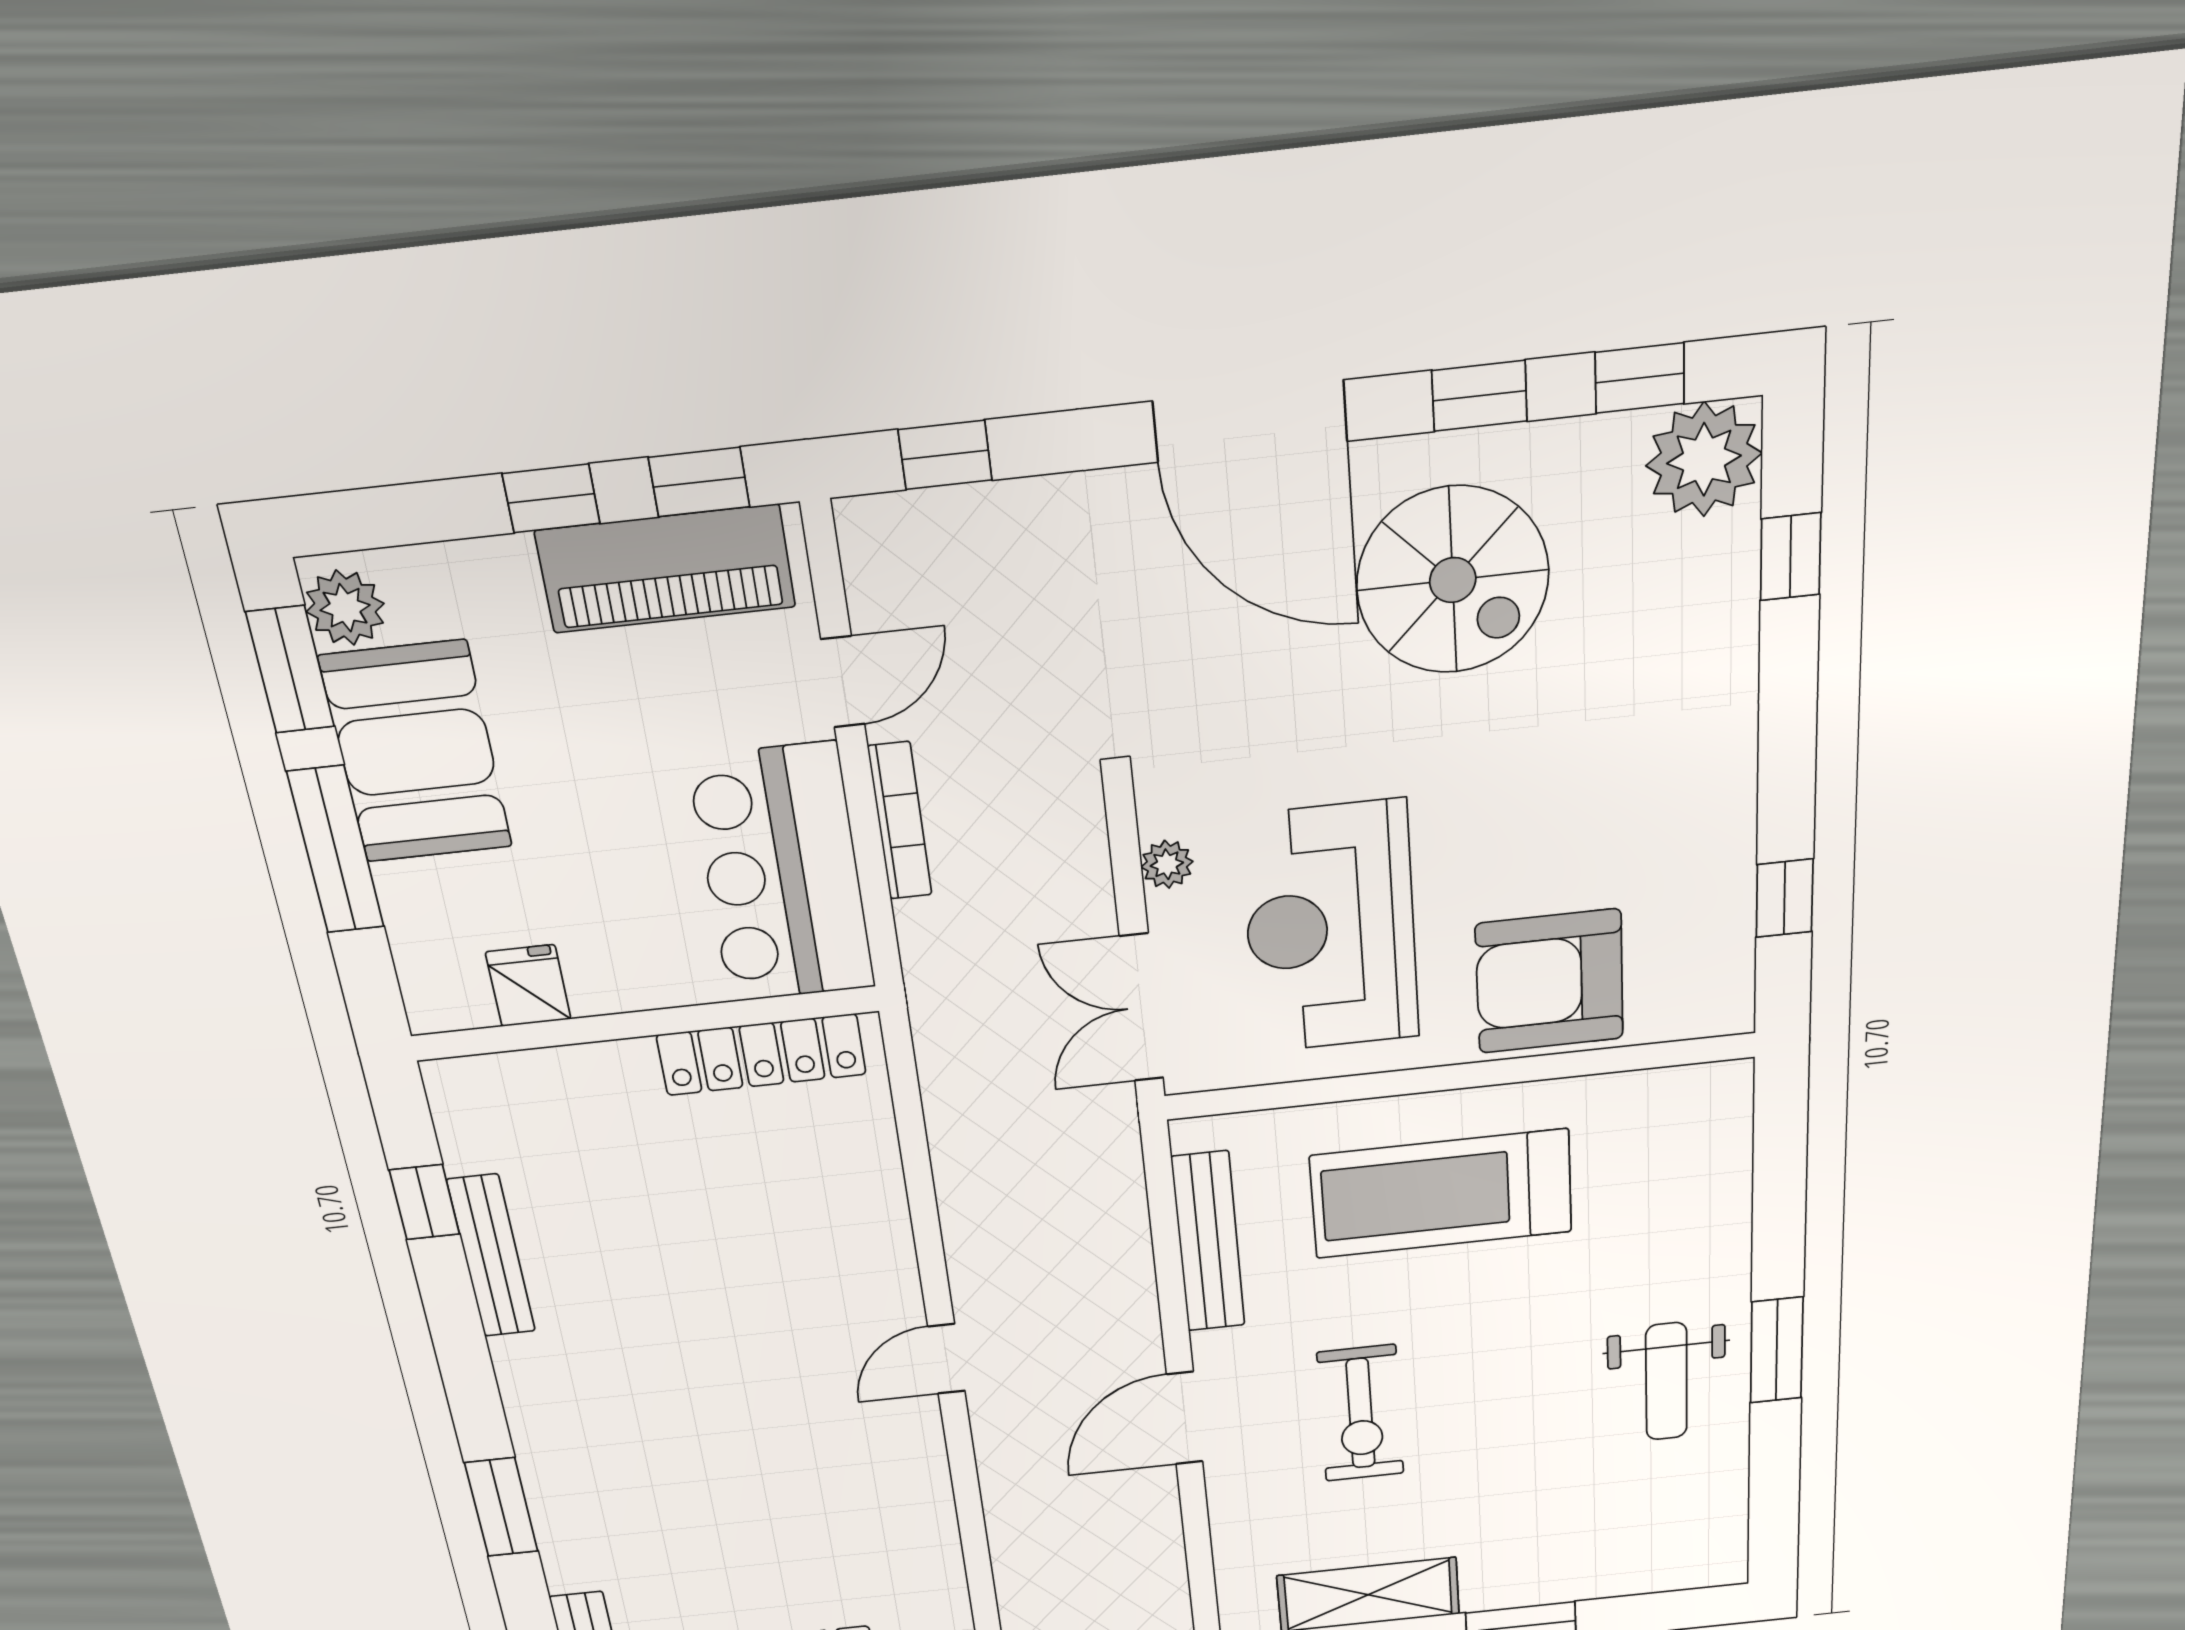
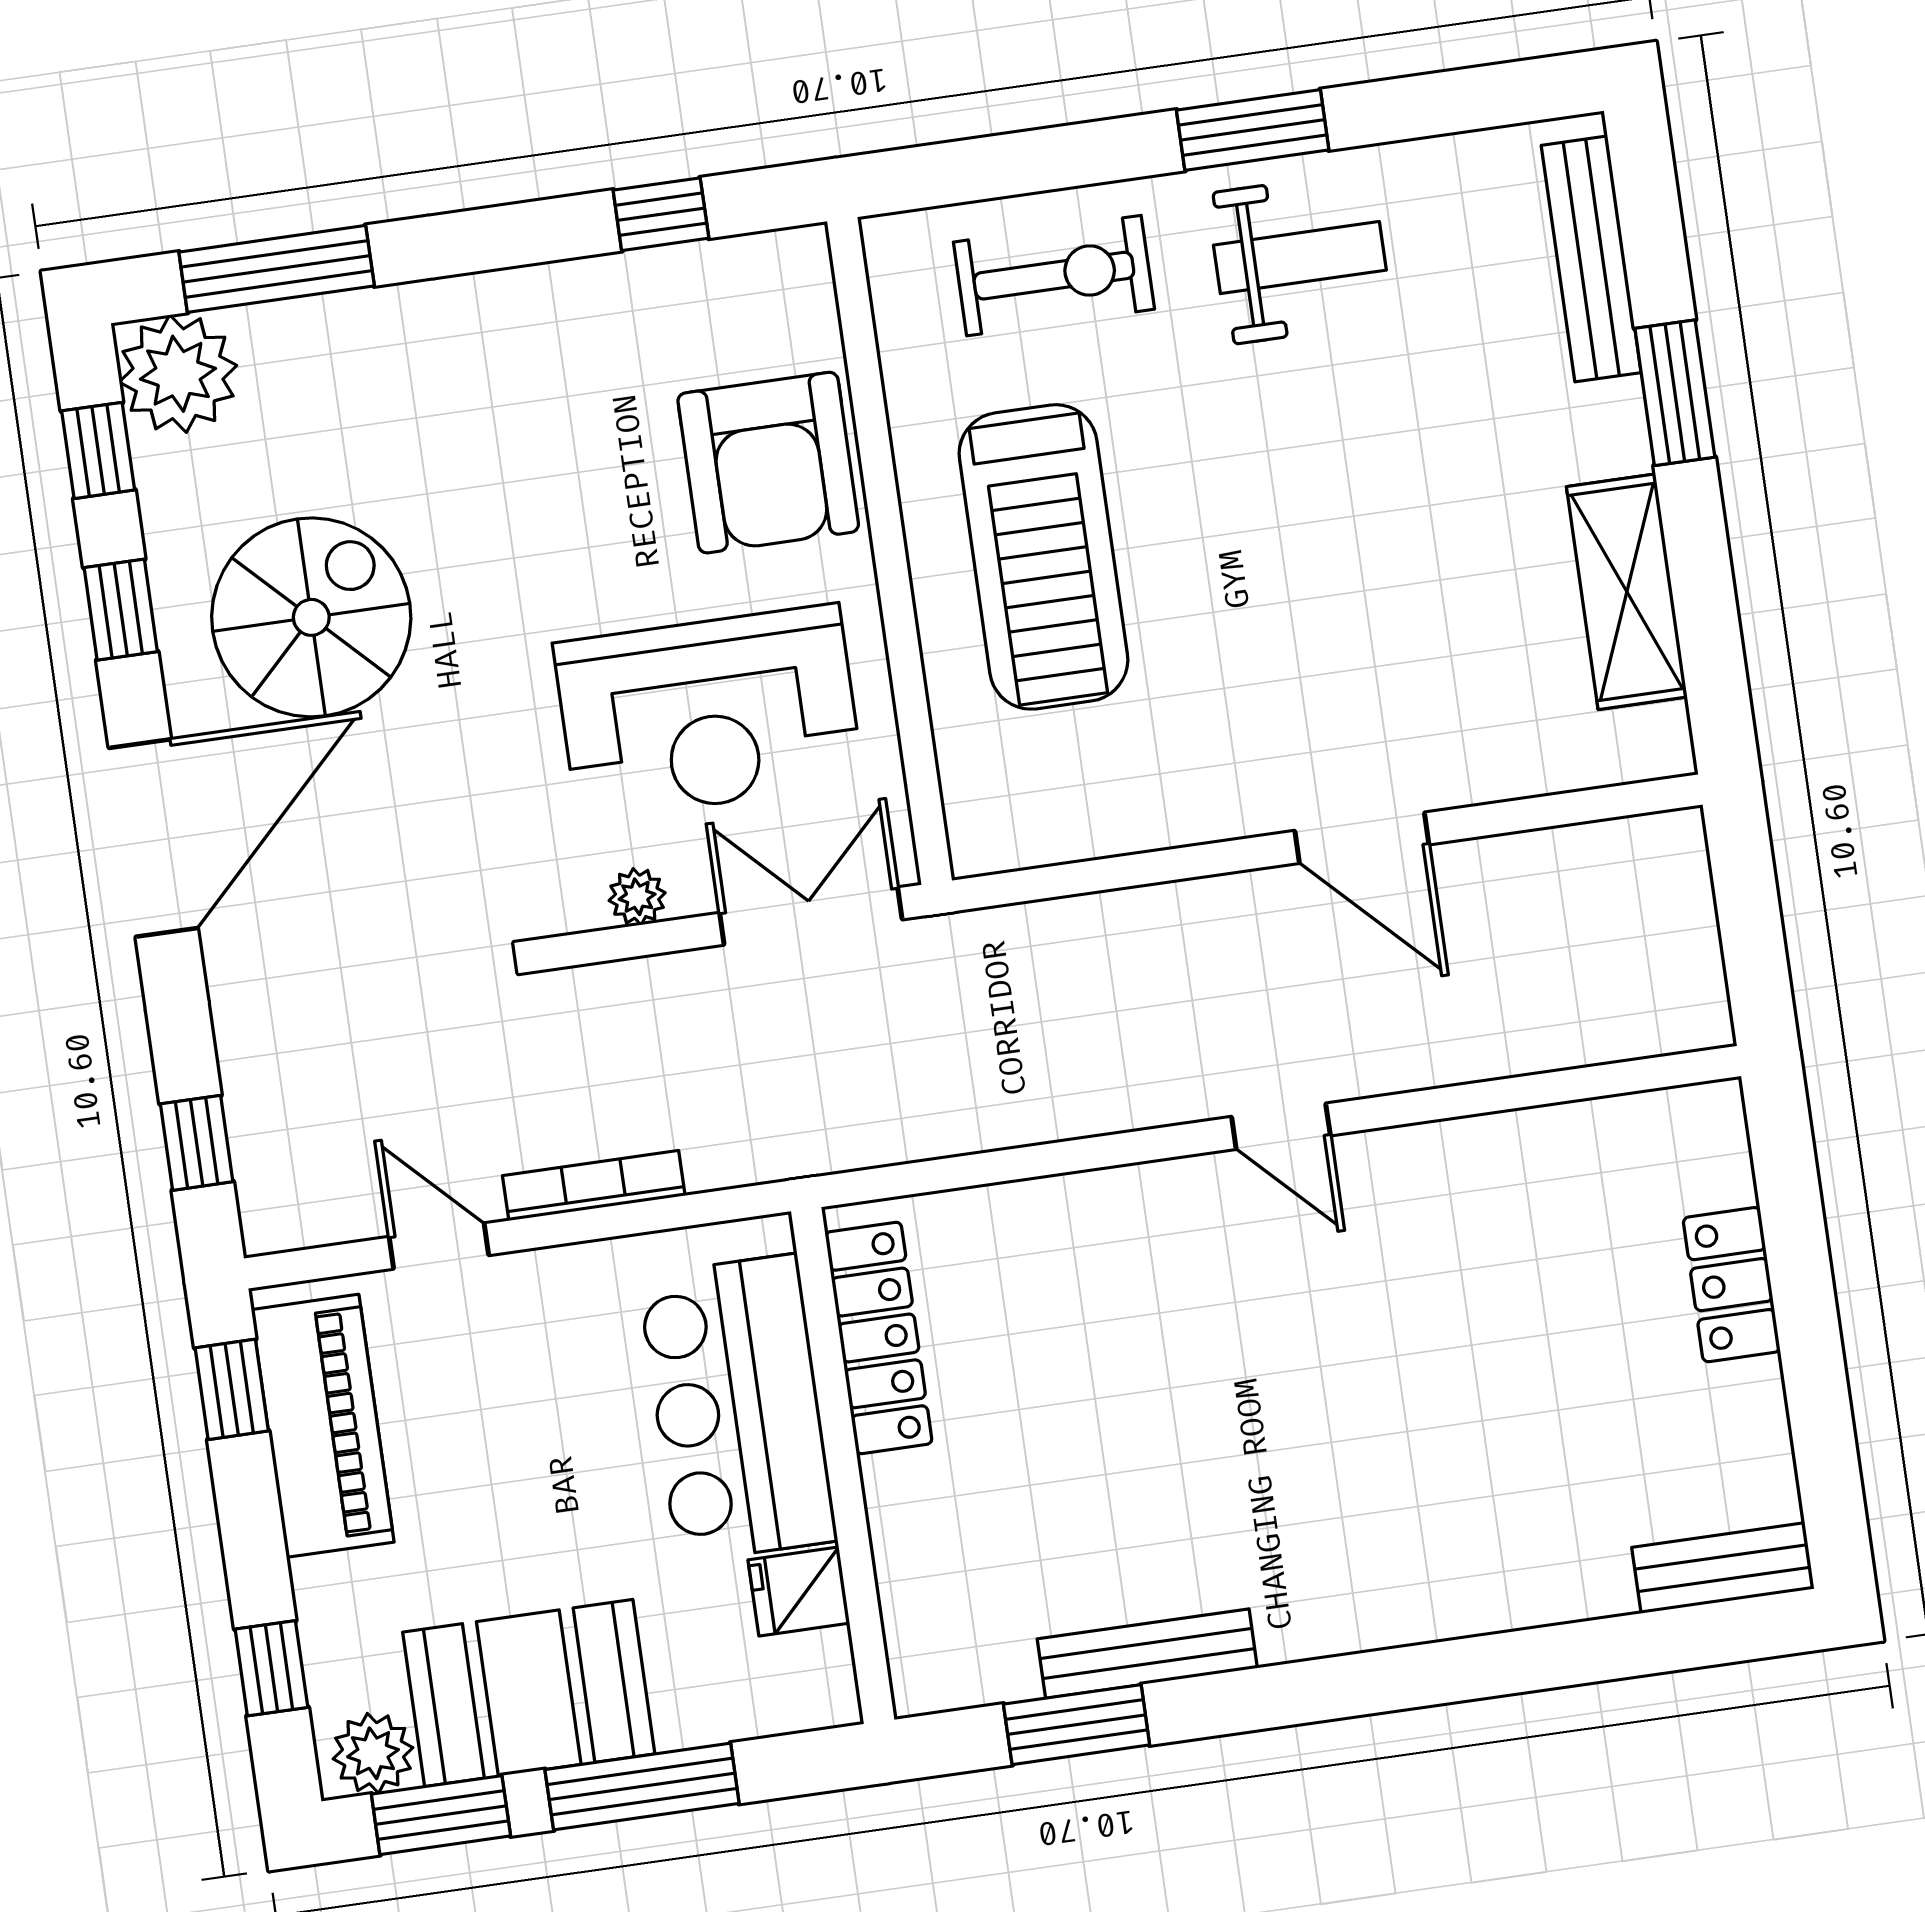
window: (551, 498) -> (271, 1668), moved
window: (1790, 557) -> (277, 269), width x2.17
bar counter: (782, 874) -> (738, 1408), moved, turned 90
double door: (1141, 1008) -> (811, 916), swing flipped
window: (424, 1202) -> (1077, 1725), width x1.50
bench: (1208, 1242) -> (1591, 259), moved, turned 90
exercise bike: (1361, 1413) -> (1054, 276), moved
window: (501, 1507) -> (1505, 1664), removed

